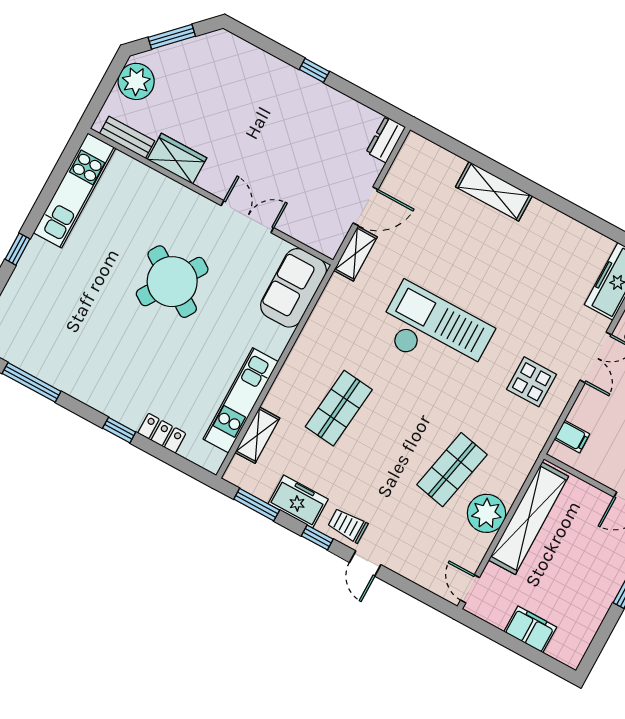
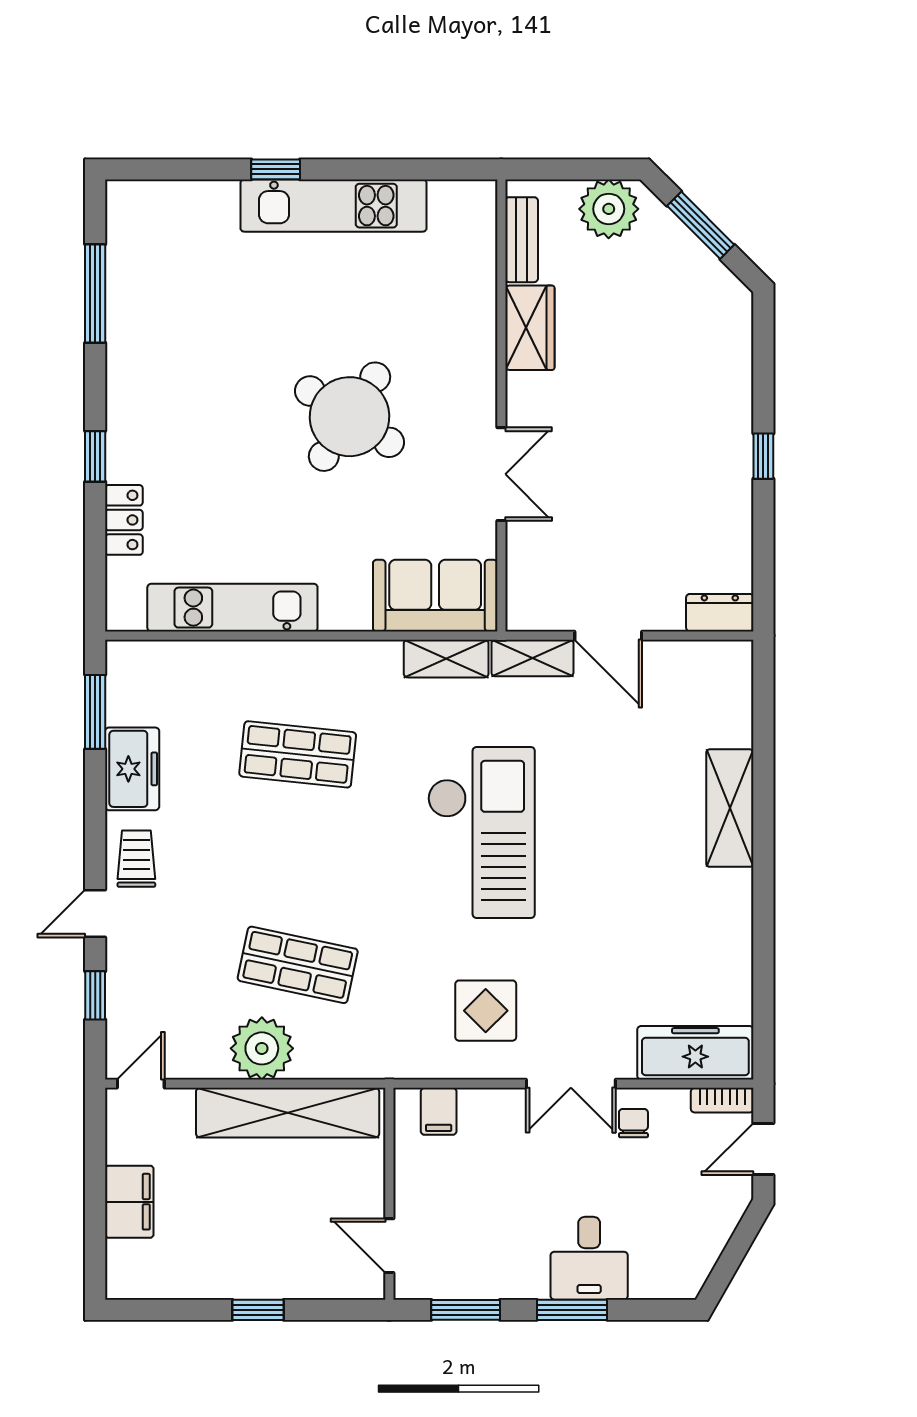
kitchen unit: (75, 190) -> (333, 206), moved
shelving: (257, 435) -> (446, 659), moved
window: (317, 538) -> (95, 995), moved

